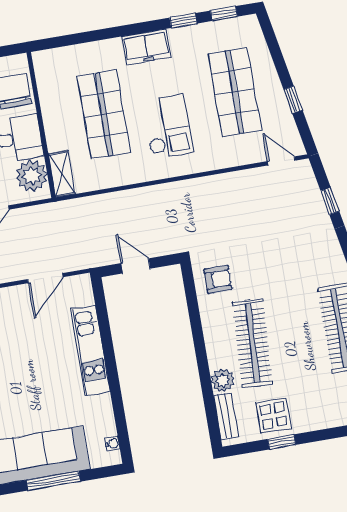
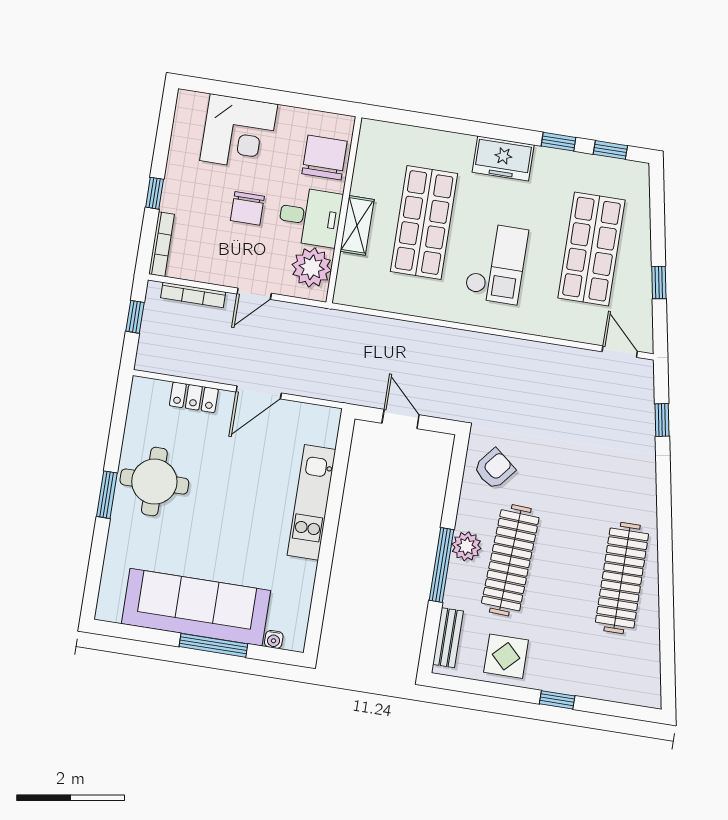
shelving: (62, 174) -> (357, 225), moved
door: (45, 278) -> (259, 392), moved
armchair: (218, 279) -> (494, 469), turned -51
window: (203, 364) -> (442, 565), added
plant: (223, 380) -> (466, 546), moved
window: (282, 442) -> (557, 700), moved
water cooler: (112, 444) -> (274, 639), moved, turned 90

